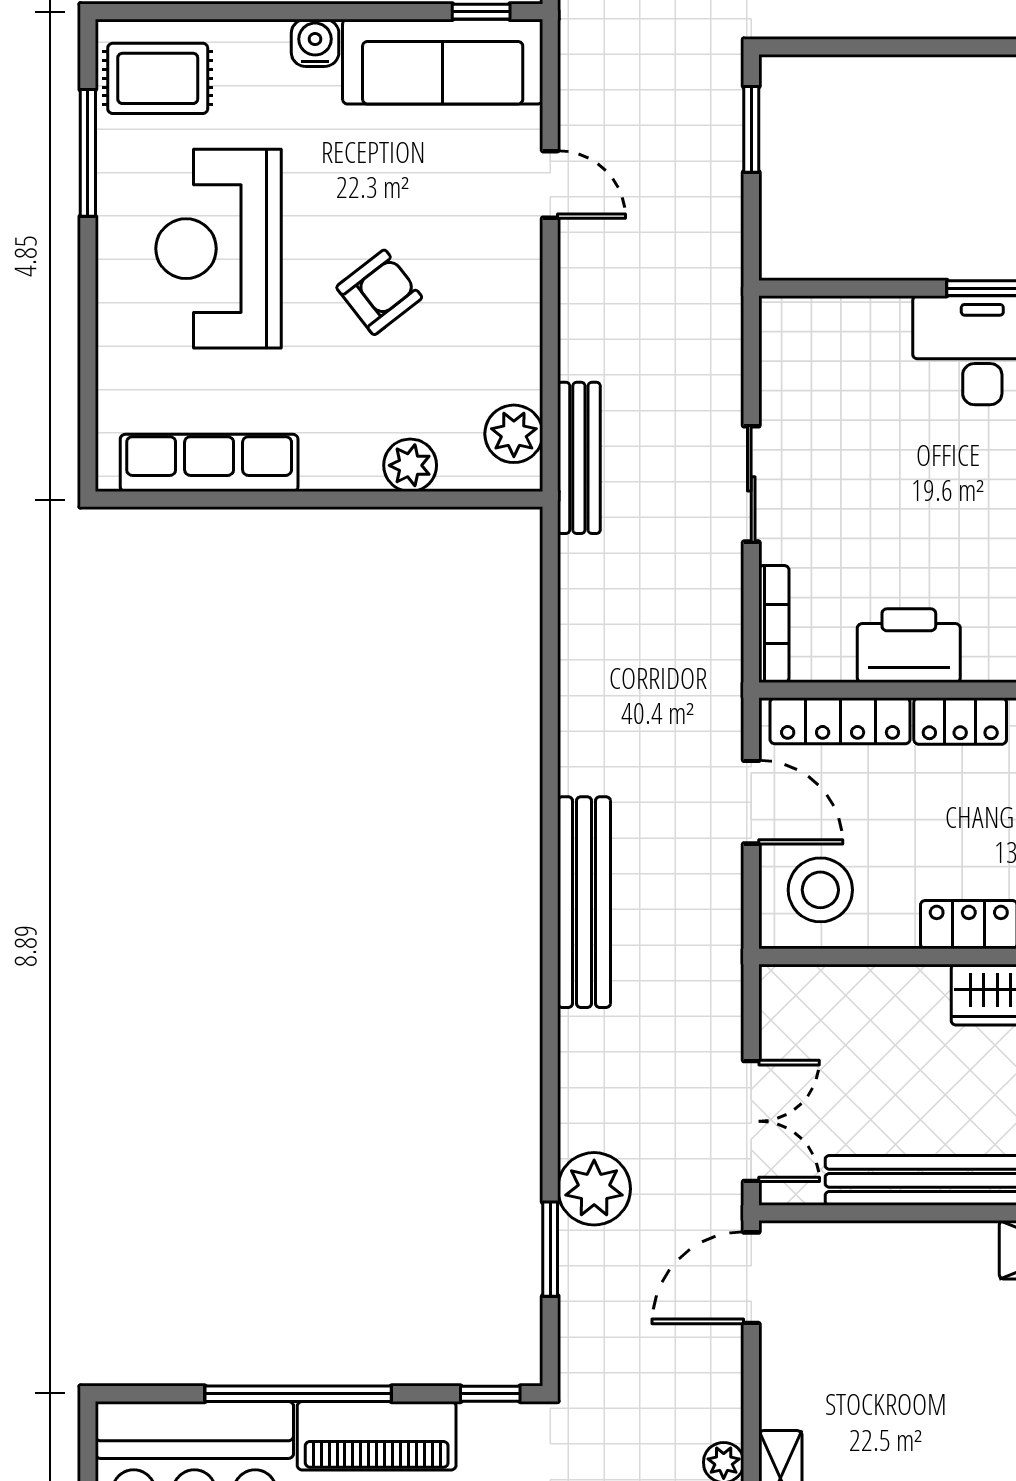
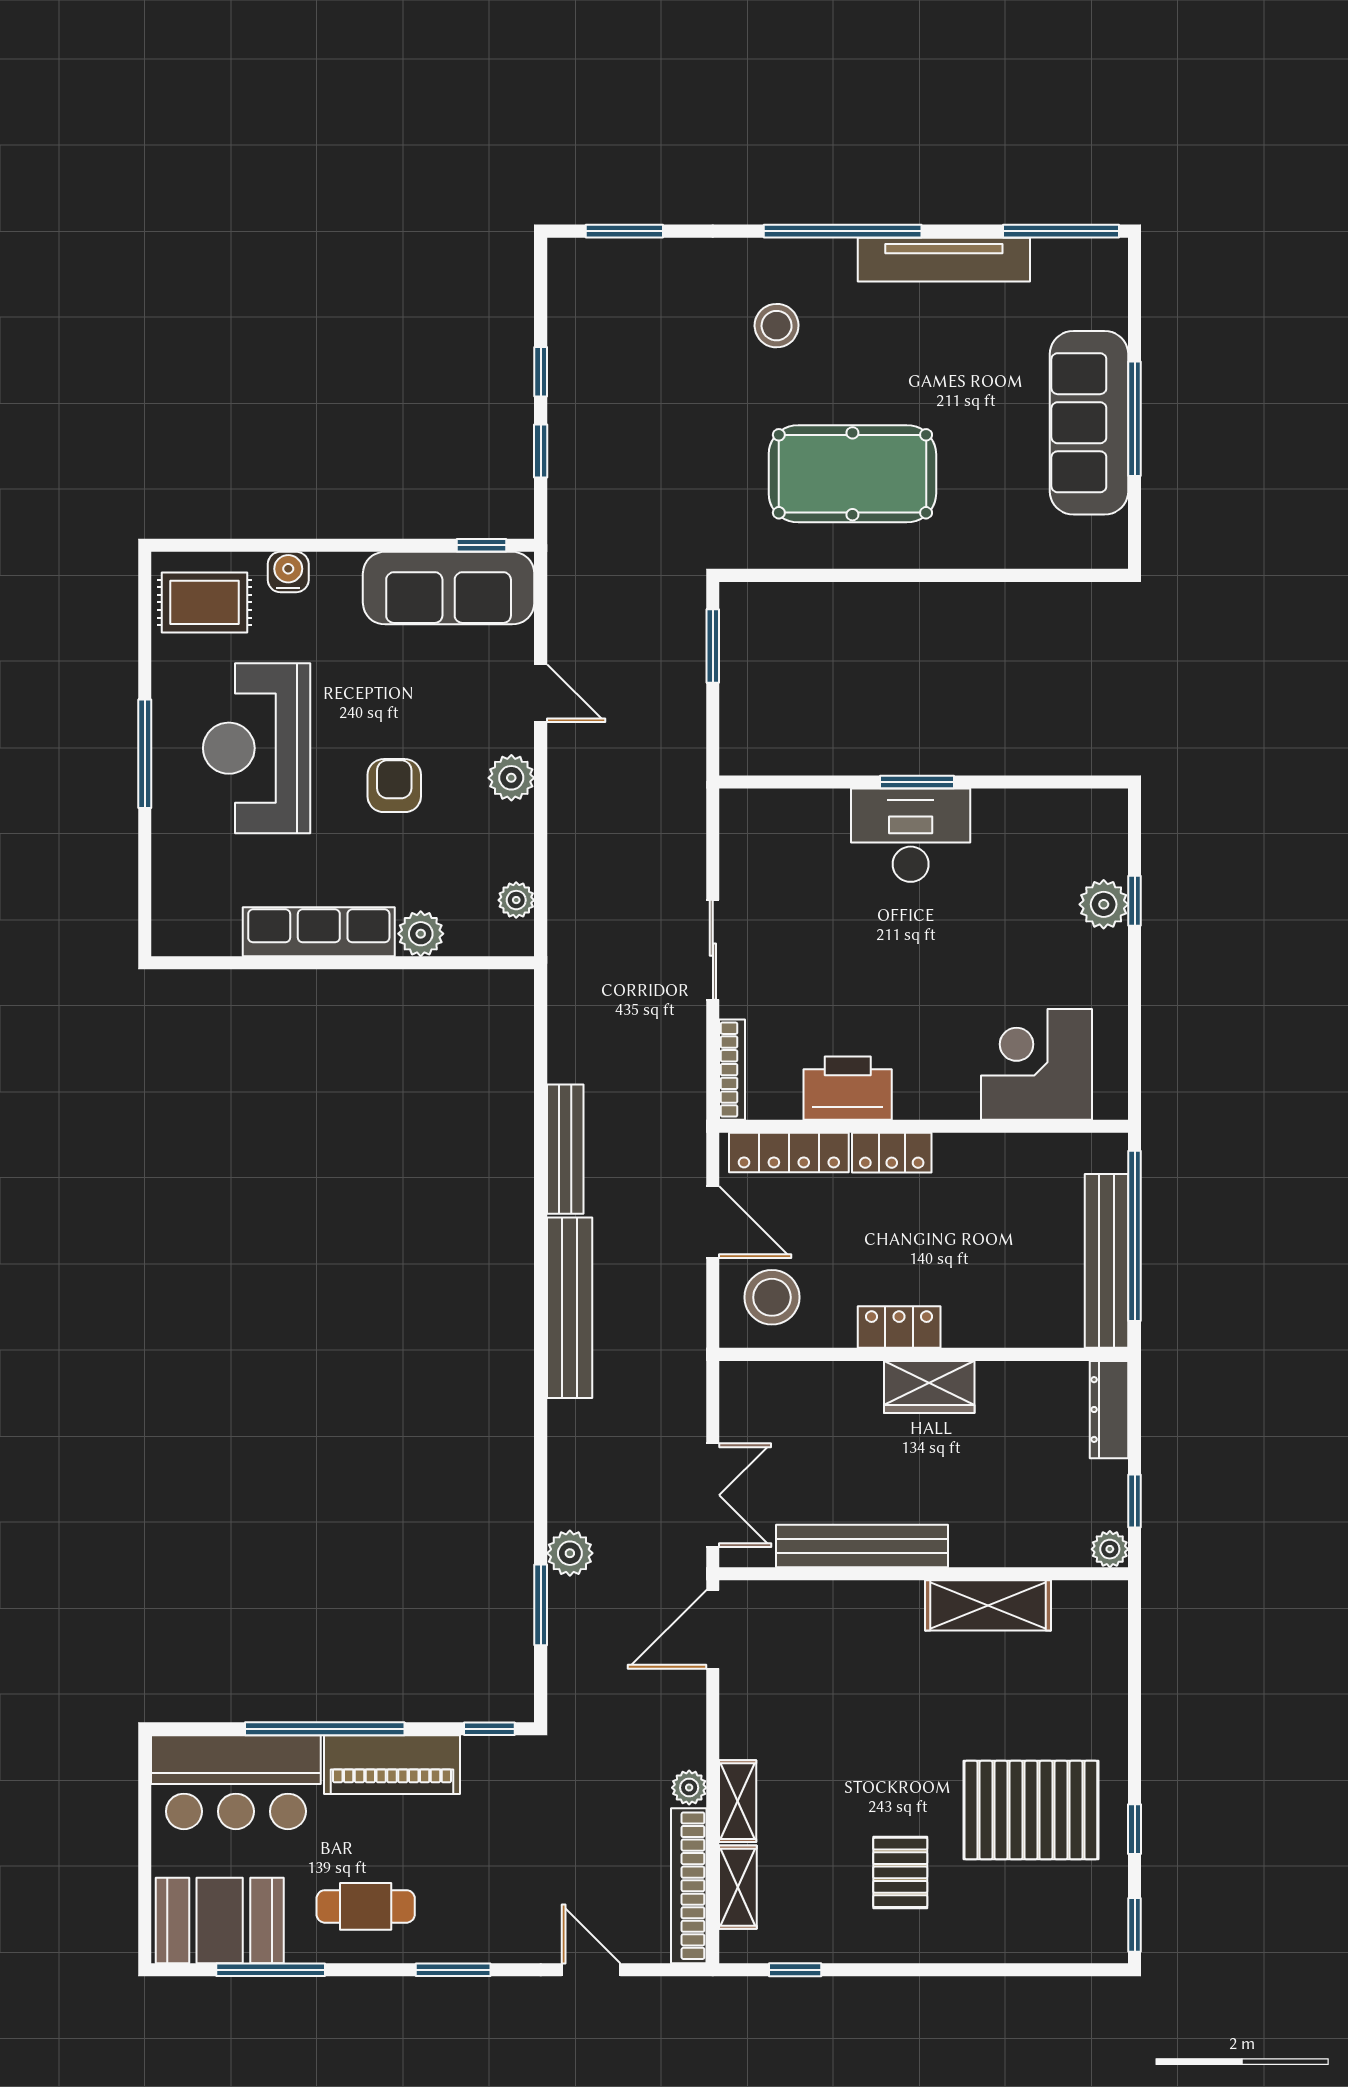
water cooler: (315, 43) -> (288, 572), moved
window: (88, 153) -> (145, 754), moved
plant: (516, 283) -> (511, 778), added
armchair: (379, 292) -> (394, 786), turned -52
plant: (514, 434) -> (516, 900), width x0.73, depth x0.73
bench: (579, 458) -> (565, 1149), moved
row of seats: (209, 463) -> (319, 932), moved
plant: (594, 1189) -> (570, 1553), width x0.73, depth x0.73

